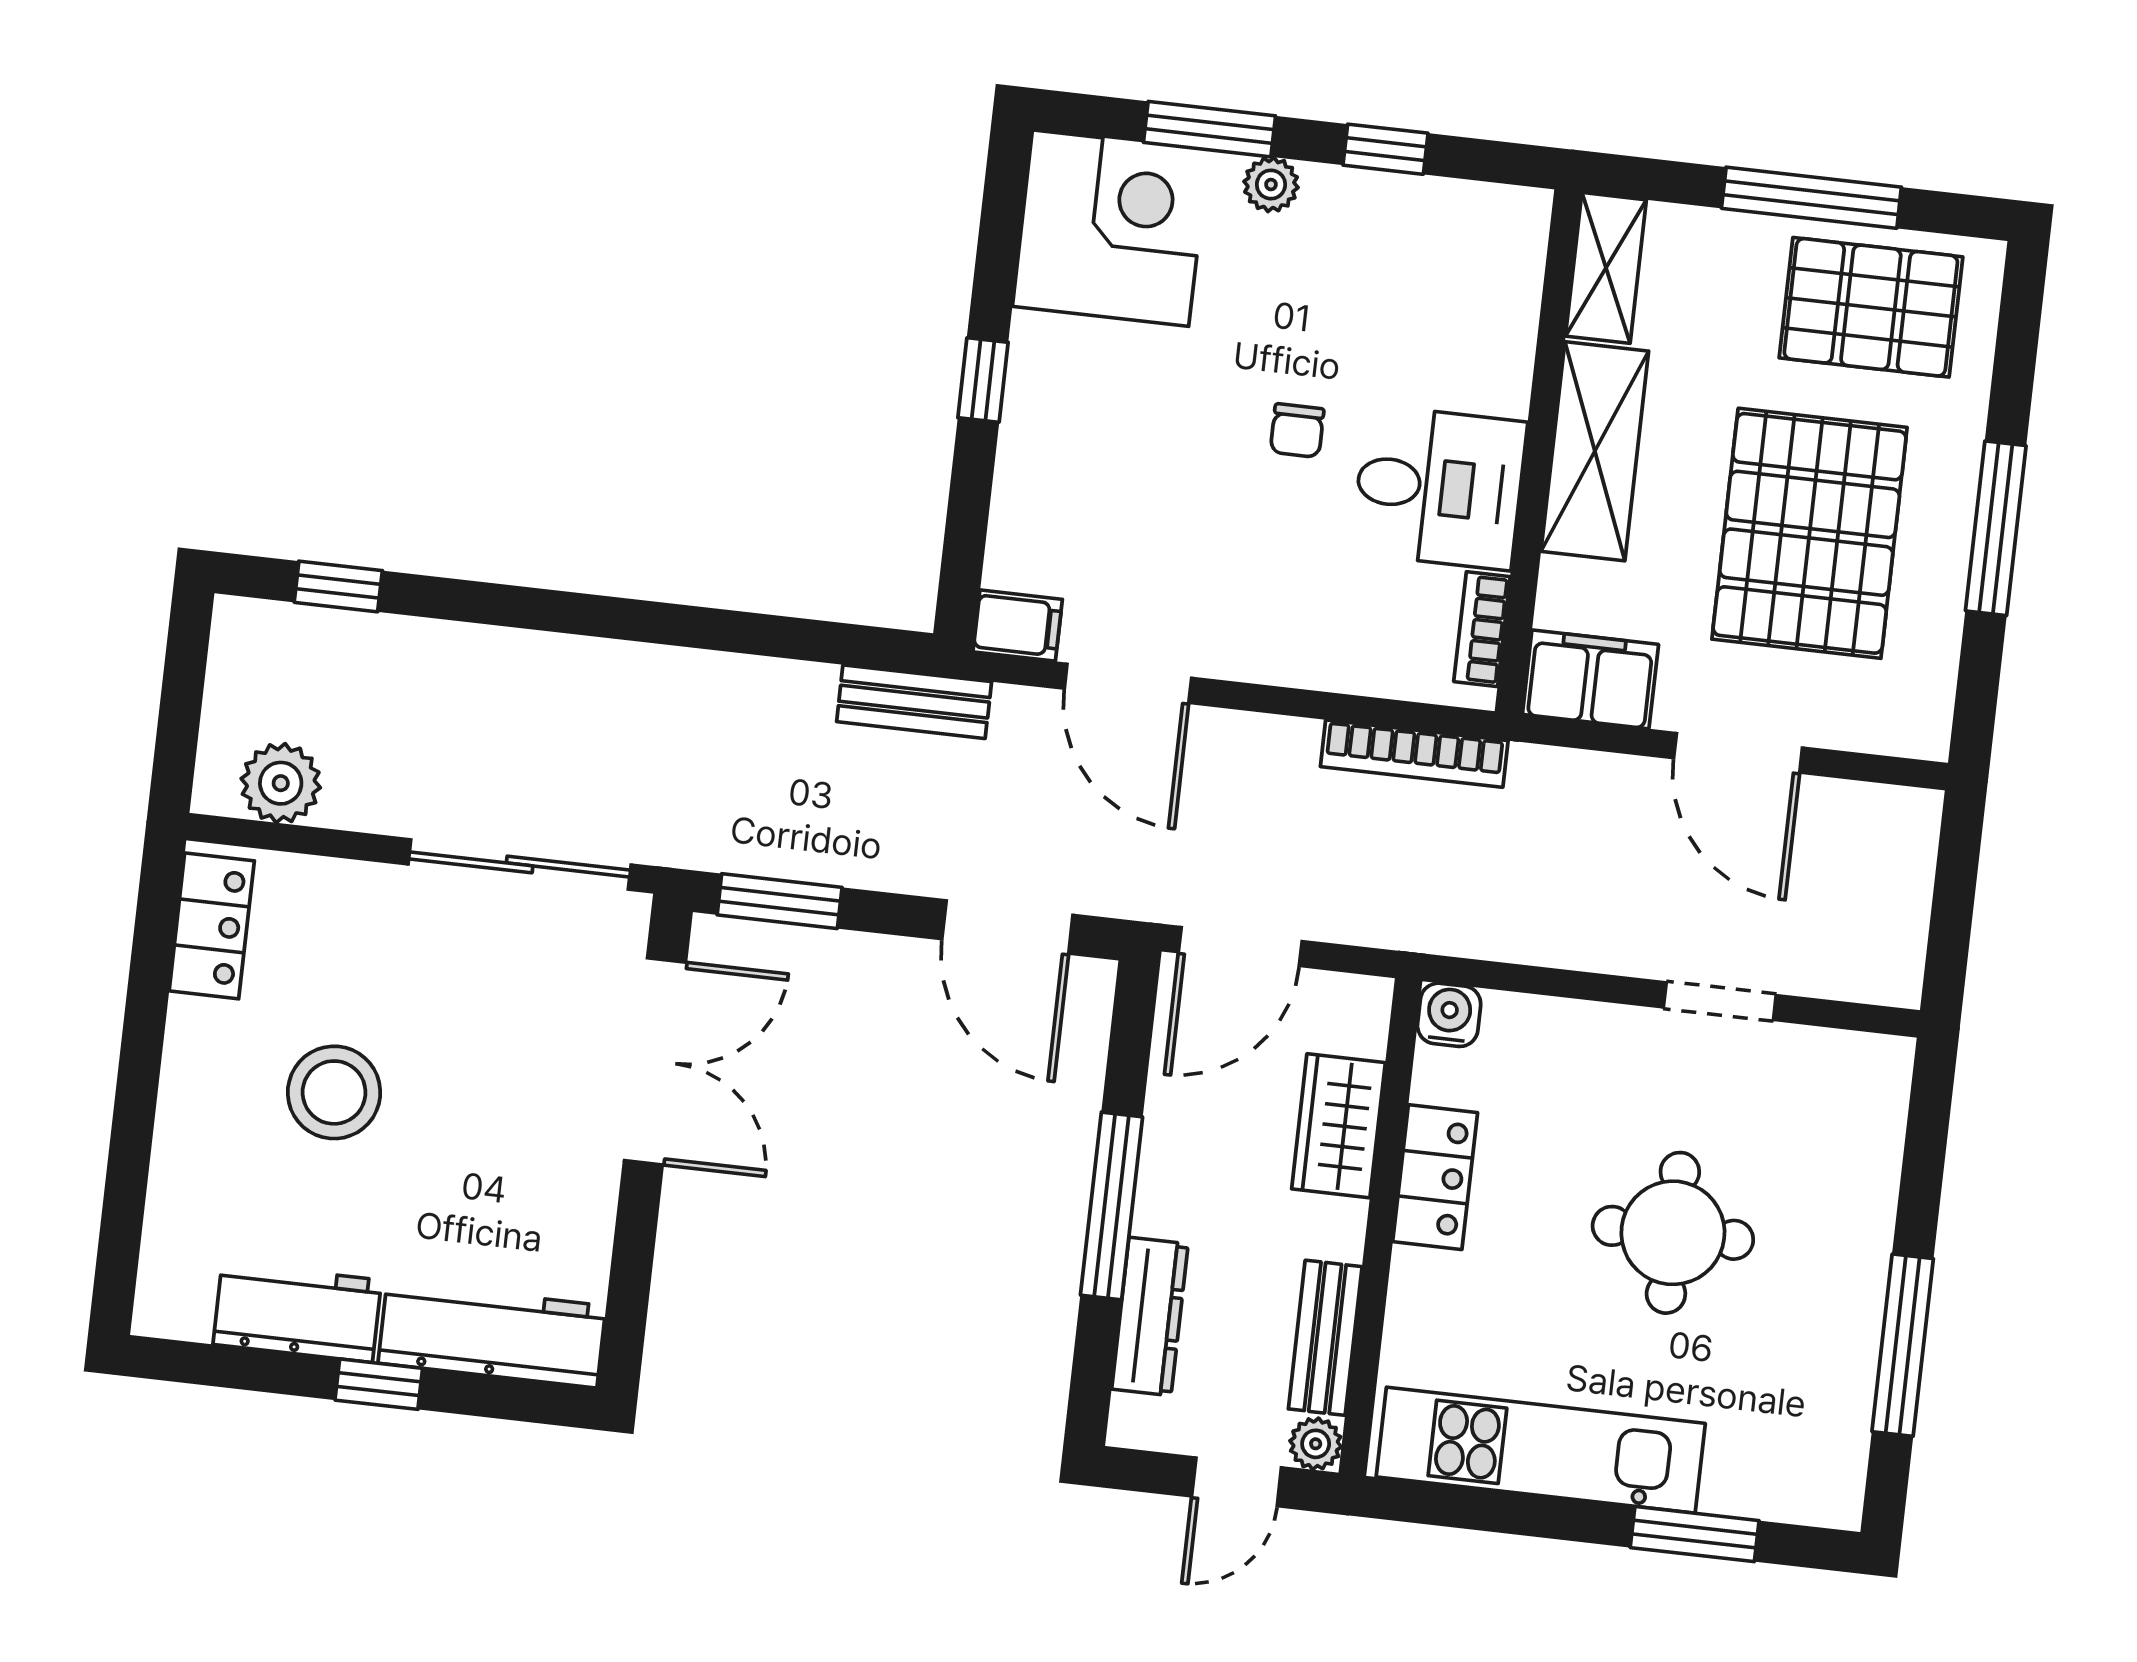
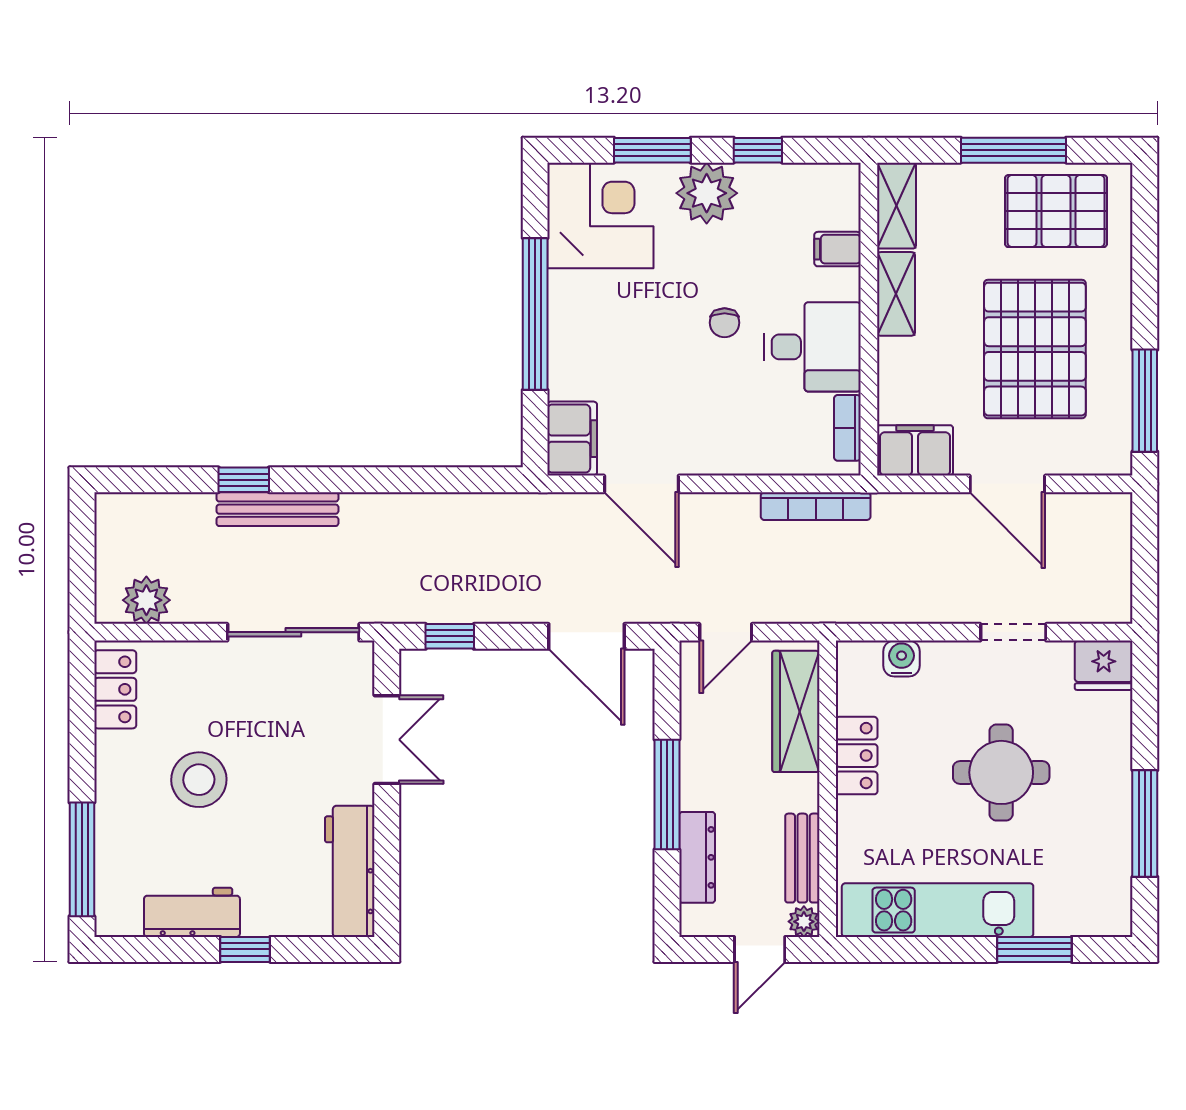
plant: (1271, 185) -> (707, 193), width x1.88, depth x1.88
filing cabinet: (1499, 329) -> (837, 249), added
window: (983, 380) -> (535, 314), width x3.17
shelving: (1595, 451) -> (896, 294), width x0.67, depth x0.75
window: (1996, 528) -> (1145, 401), moved
window: (338, 586) -> (244, 480), moved
filing cabinet: (1018, 626) -> (572, 439), width x2.00
bench: (914, 702) -> (277, 509), moved, width x1.36
window: (780, 901) -> (450, 636), width x0.67
door: (1240, 947) -> (726, 632), width x0.73
water cooler: (1449, 1015) -> (902, 659), moved
double door: (655, 1061) -> (387, 740), width x0.73
fridge: (1864, 1073) -> (1104, 665), added
wardrobe: (1338, 1126) -> (796, 711), width x1.50
window: (124, 1203) -> (82, 859), added
workbench: (492, 1334) -> (350, 871), moved, turned -90

